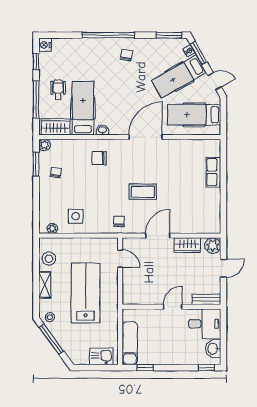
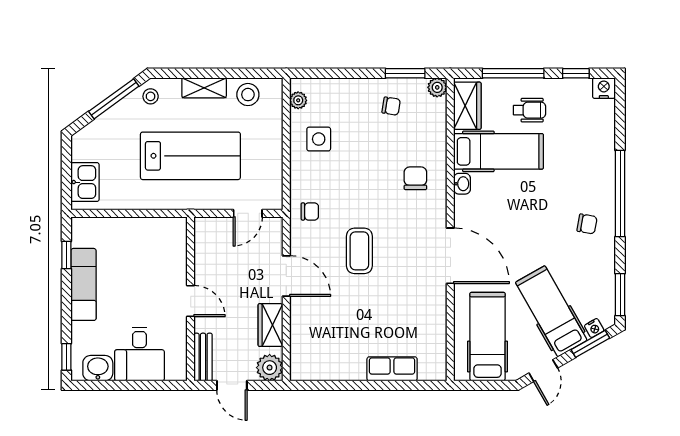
bench: (206, 299) -> (203, 357), moved
wall: (171, 307) -> (191, 299), moved
door: (173, 307) -> (191, 301), moved
exam couch: (130, 343) -> (83, 284), moved, turned -90

